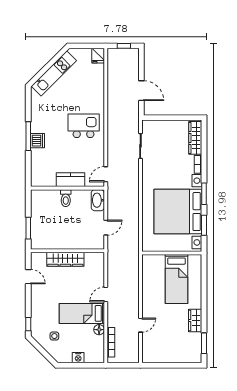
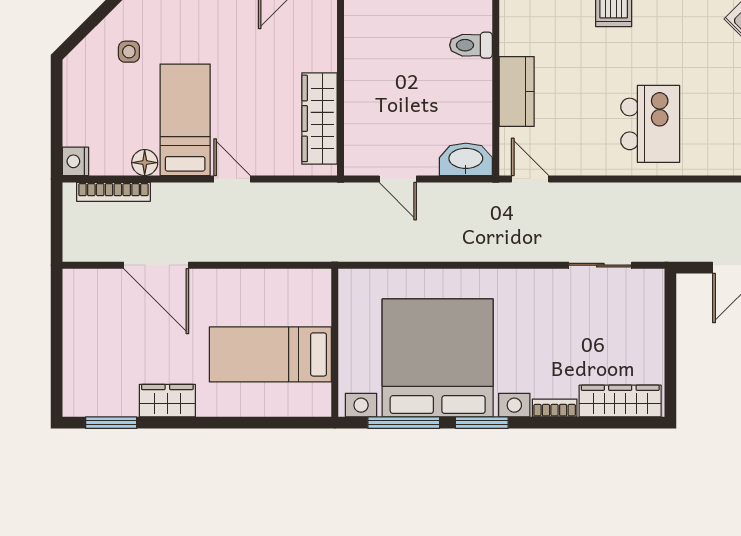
toilet: (66, 198) -> (471, 45), moved
window: (204, 225) -> (404, 423), width x1.44
wardrobe: (65, 259) -> (319, 118), moved
door: (140, 325) -> (156, 265), width x1.88
nightstand: (78, 358) -> (75, 161), moved

